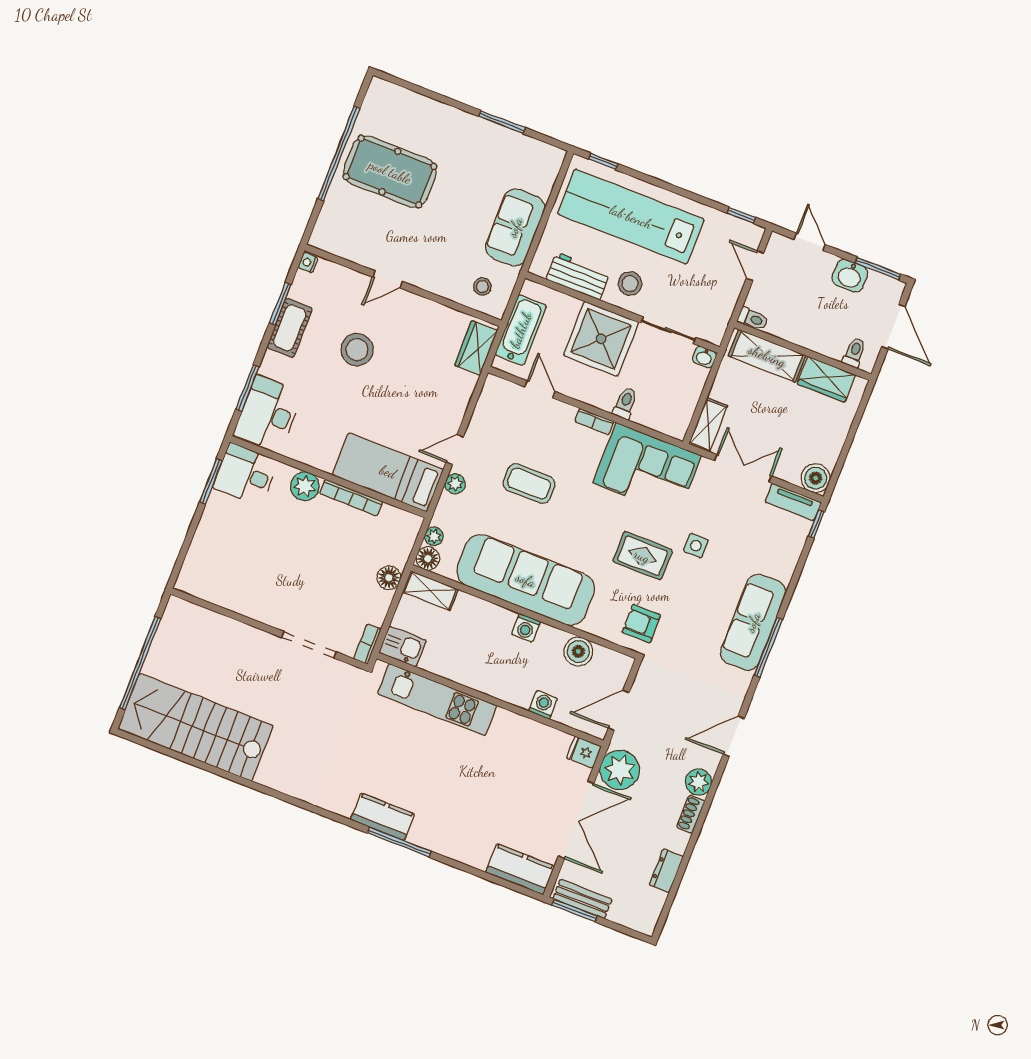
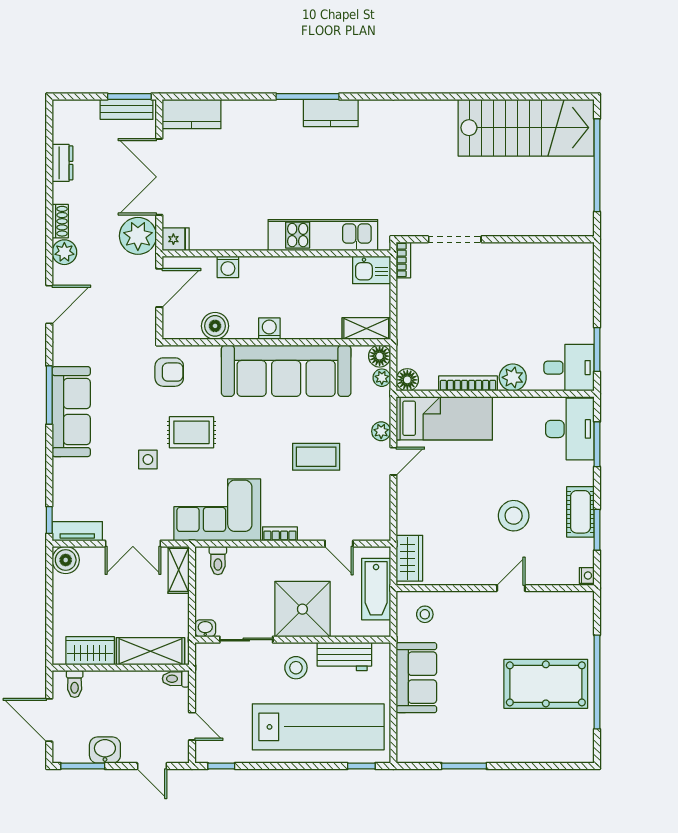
toilet: (625, 403) -> (218, 561), moved
floor lamp: (389, 578) -> (407, 380), moved

